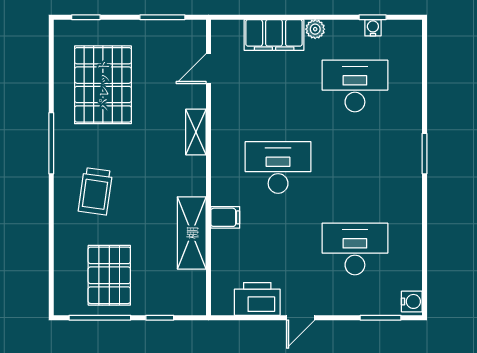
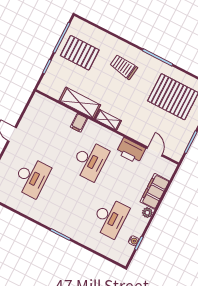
shelving: (196, 132) -> (108, 120), moved
printer: (257, 299) -> (131, 151), moved, turned 90

